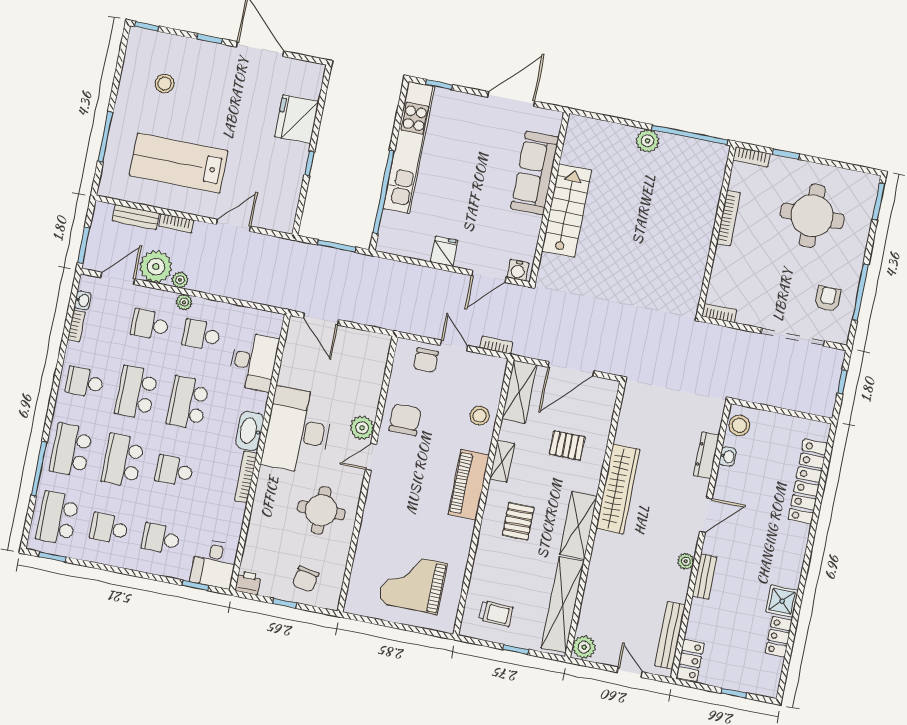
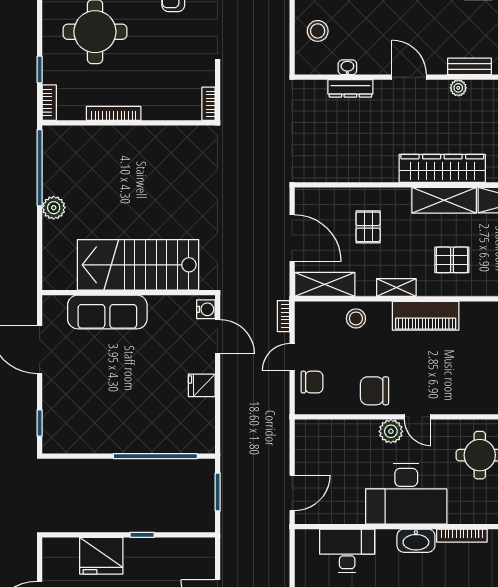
kitchen unit: (409, 148) -> (107, 440), removed
stairs: (567, 211) -> (138, 265), width x1.36, depth x1.51
stool: (739, 425) -> (318, 31), moved
wardrobe: (618, 489) -> (442, 168), moved

